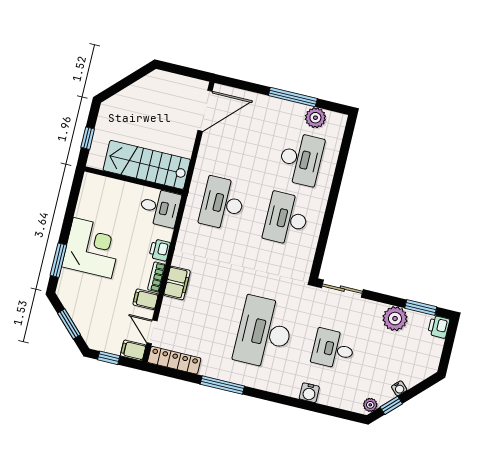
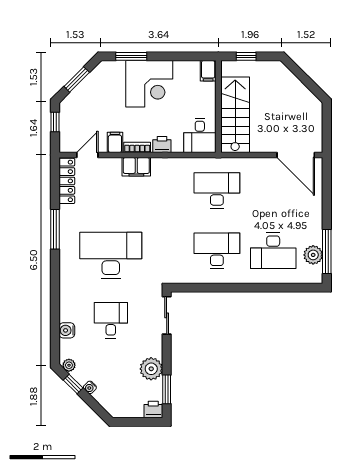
window: (293, 97) -> (327, 252), moved
filing cabinet: (133, 350) -> (208, 71), moved, turned 180
water cooler: (309, 393) -> (67, 330), moved

